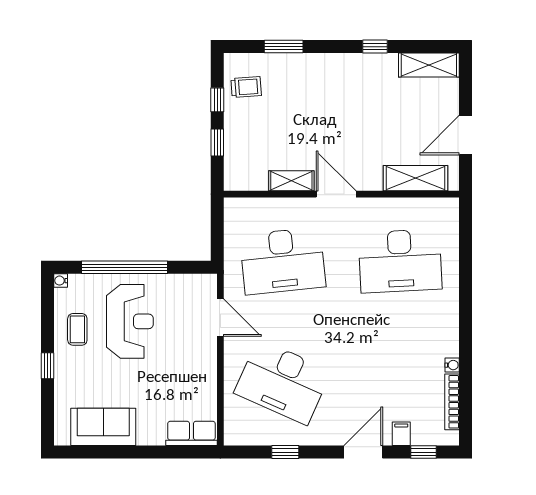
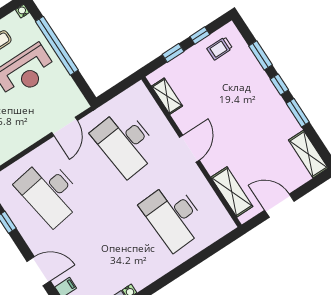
window: (330, 47) -> (279, 85), added
window: (375, 47) -> (298, 113), width x1.50
trolley: (246, 87) -> (220, 48), turned 94
shelving: (291, 181) -> (167, 96), moved
desk: (283, 382) -> (50, 192), turned -33

